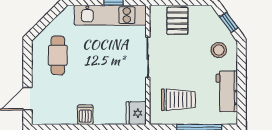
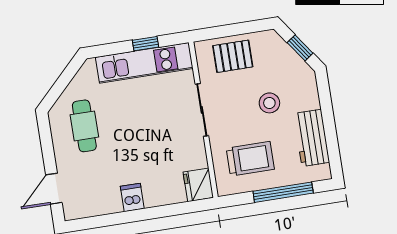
pallet: (177, 21) -> (233, 56), turned 90
stool: (219, 50) -> (269, 103), moved

